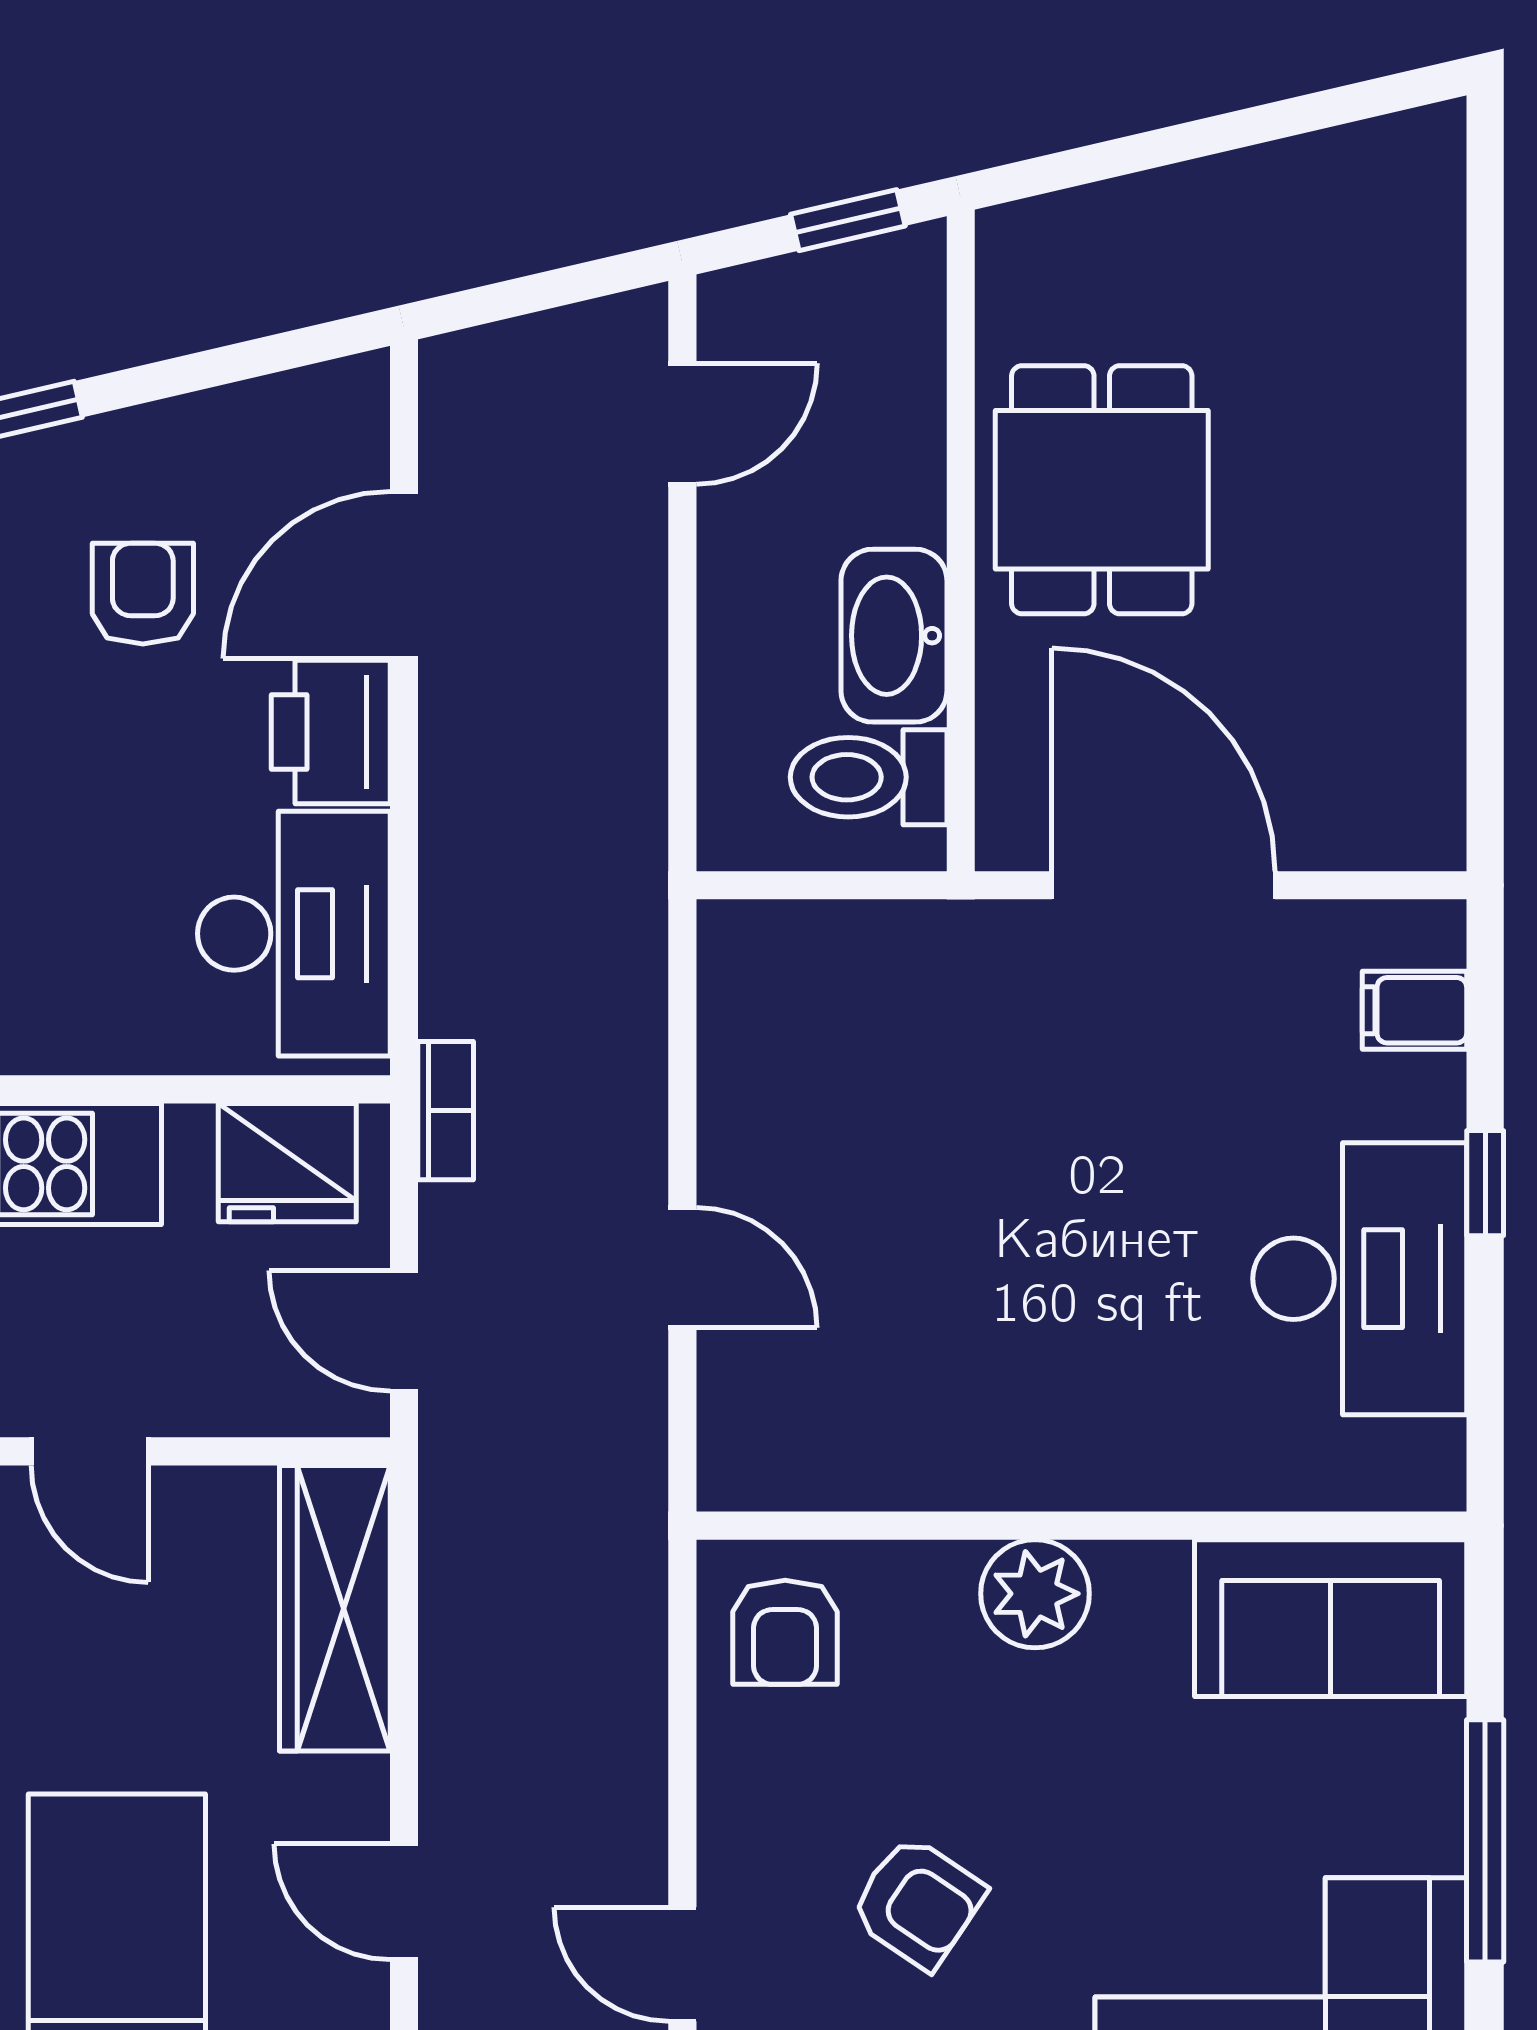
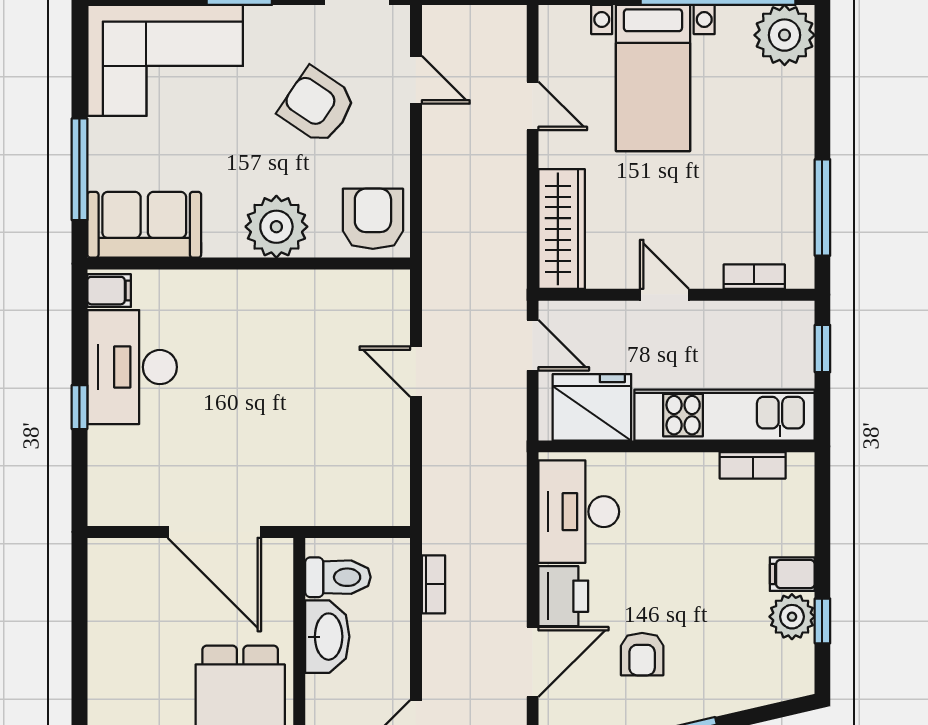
filing cabinet: (1415, 1010) -> (109, 291), moved
bookcase: (446, 1111) -> (433, 584), moved, turned 180
fridge: (287, 1163) -> (592, 407), width x1.36, depth x1.34
plant: (1035, 1594) -> (276, 227), width x1.36, depth x1.36
armchair: (785, 1632) -> (373, 219), width x1.38, depth x1.38
window: (1485, 1841) -> (79, 169), moved
armchair: (918, 1902) -> (317, 106), width x1.38, depth x1.38

